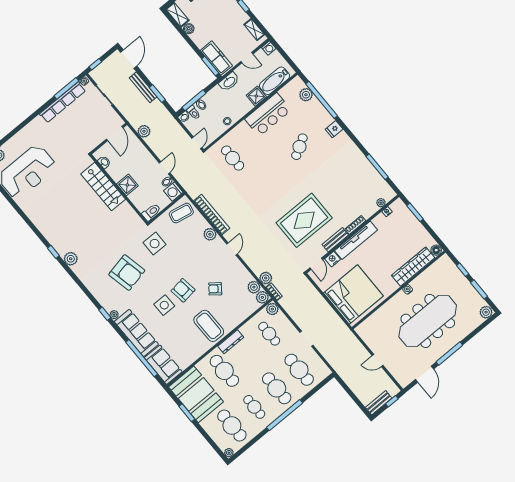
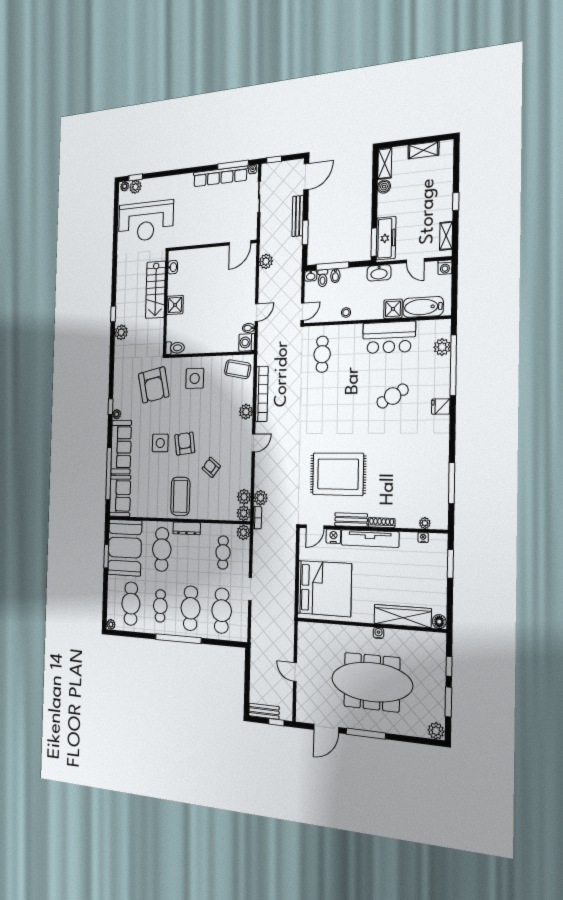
washbasin: (104, 162) -> (173, 267), moved
shower: (127, 185) -> (175, 305), moved
stairs: (103, 187) -> (156, 290), moved
wall: (119, 189) -> (166, 303), moved
toilet: (151, 212) -> (175, 348), moved

